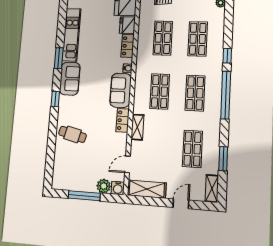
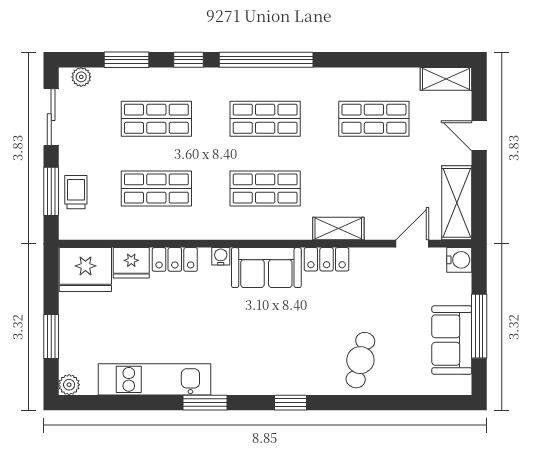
sofa: (70, 79) -> (452, 340), moved, turned -90
window: (223, 159) -> (126, 60), moved
door: (127, 164) -> (412, 244), swing flipped
plant: (104, 186) -> (458, 288), removed

